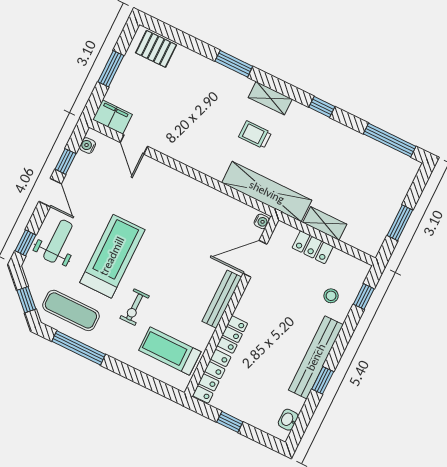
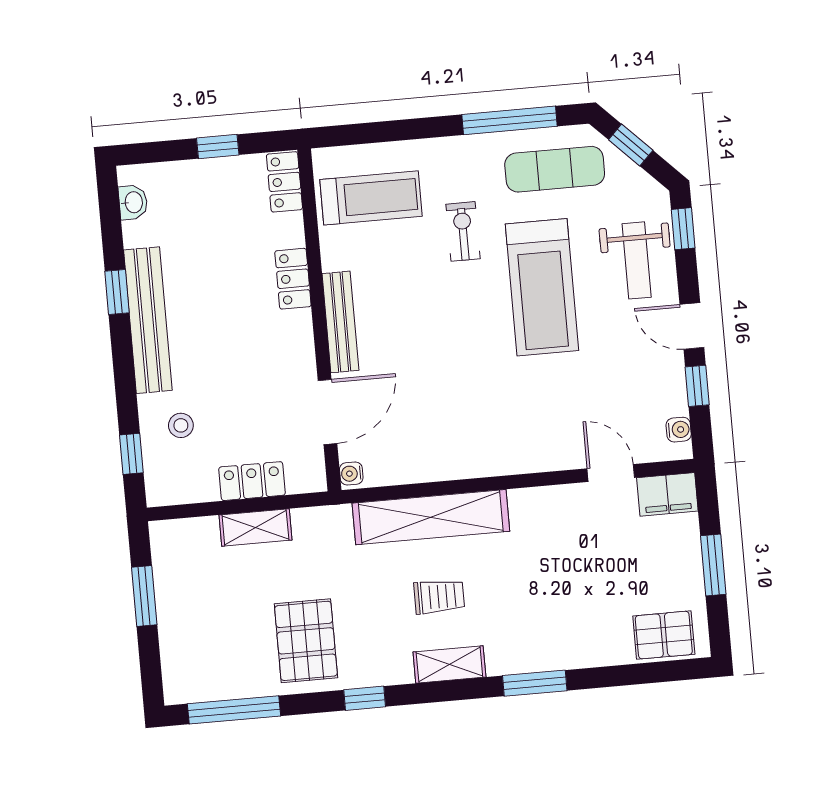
pallet: (334, 153) -> (306, 641), added
shelving: (267, 192) -> (431, 517), moved
locker: (212, 376) -> (284, 182), width x0.66

